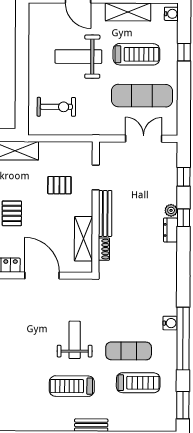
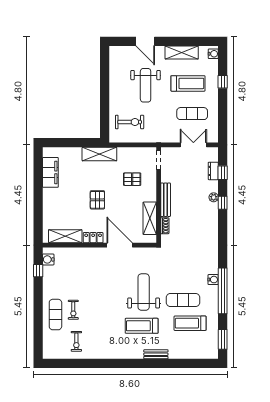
weight bench: (78, 57) -> (146, 85), turned -90
exercise mat: (142, 96) -> (192, 114), width x0.73, depth x0.69
doorway: (96, 177) -> (159, 160), moved
dresser: (170, 230) -> (213, 171), moved
weight bench: (75, 340) -> (144, 292), width x1.36, depth x1.33
treadmill: (138, 383) -> (190, 323), turned 180

